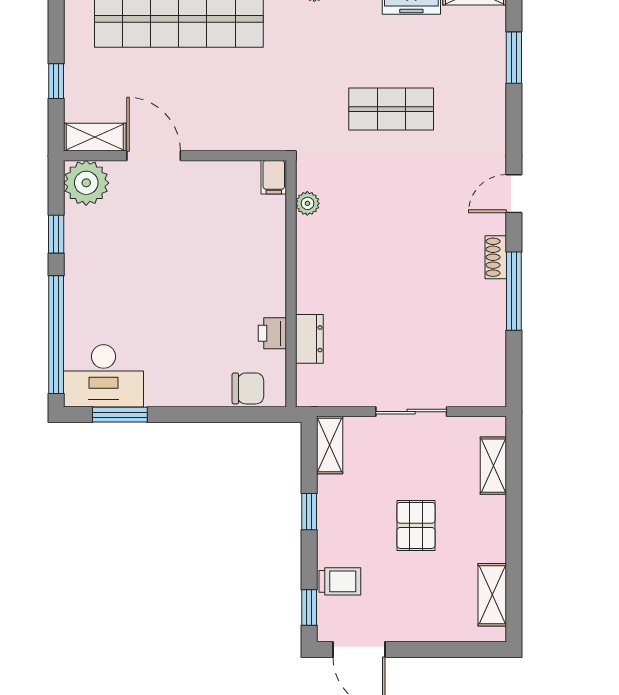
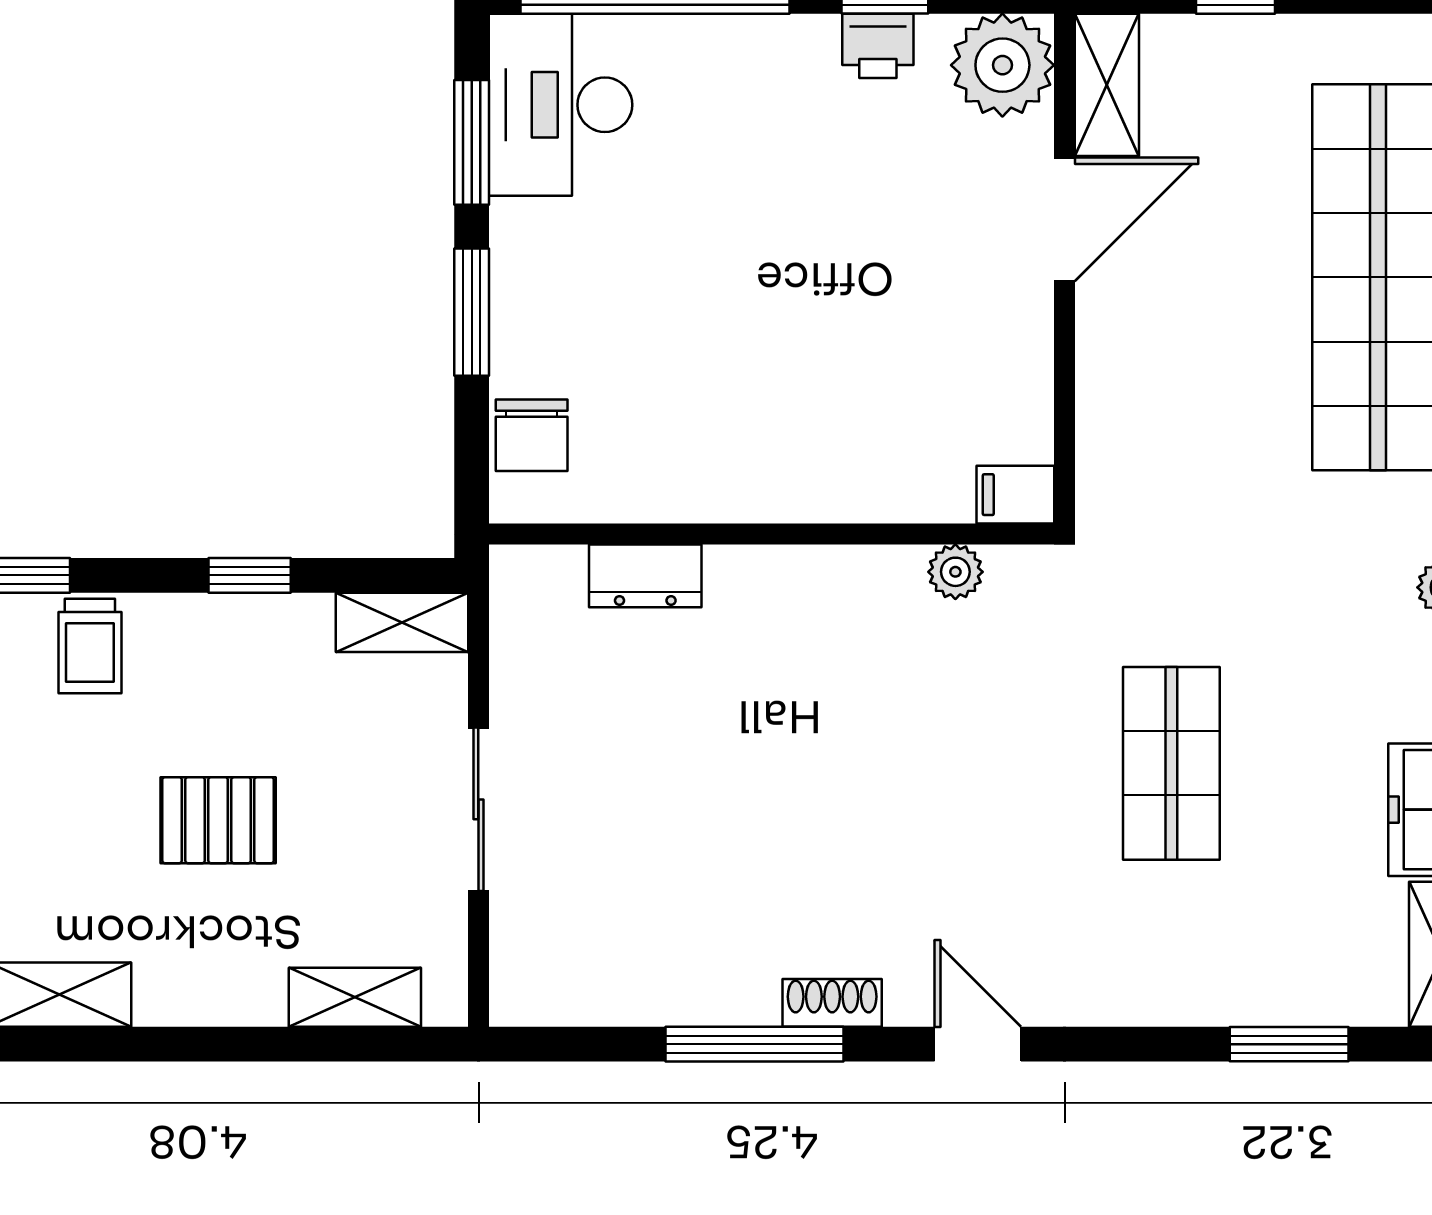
printer: (272, 333) -> (878, 46), moved, turned 180
window: (194, 415) -> (472, 312), added

